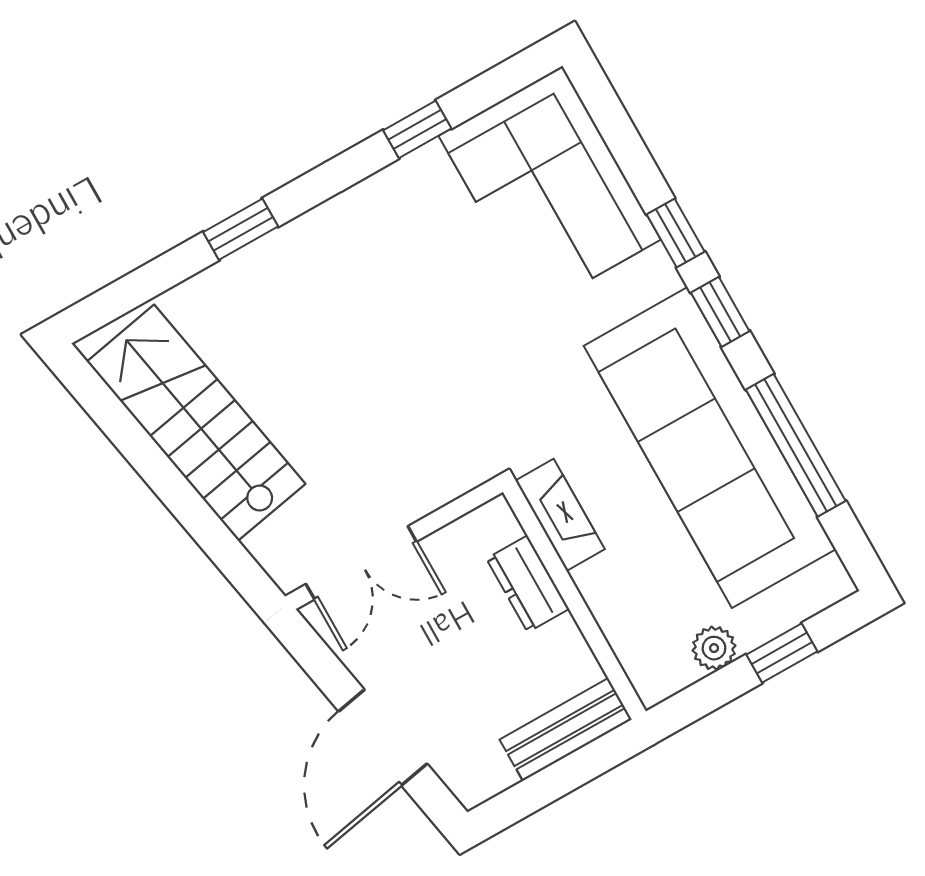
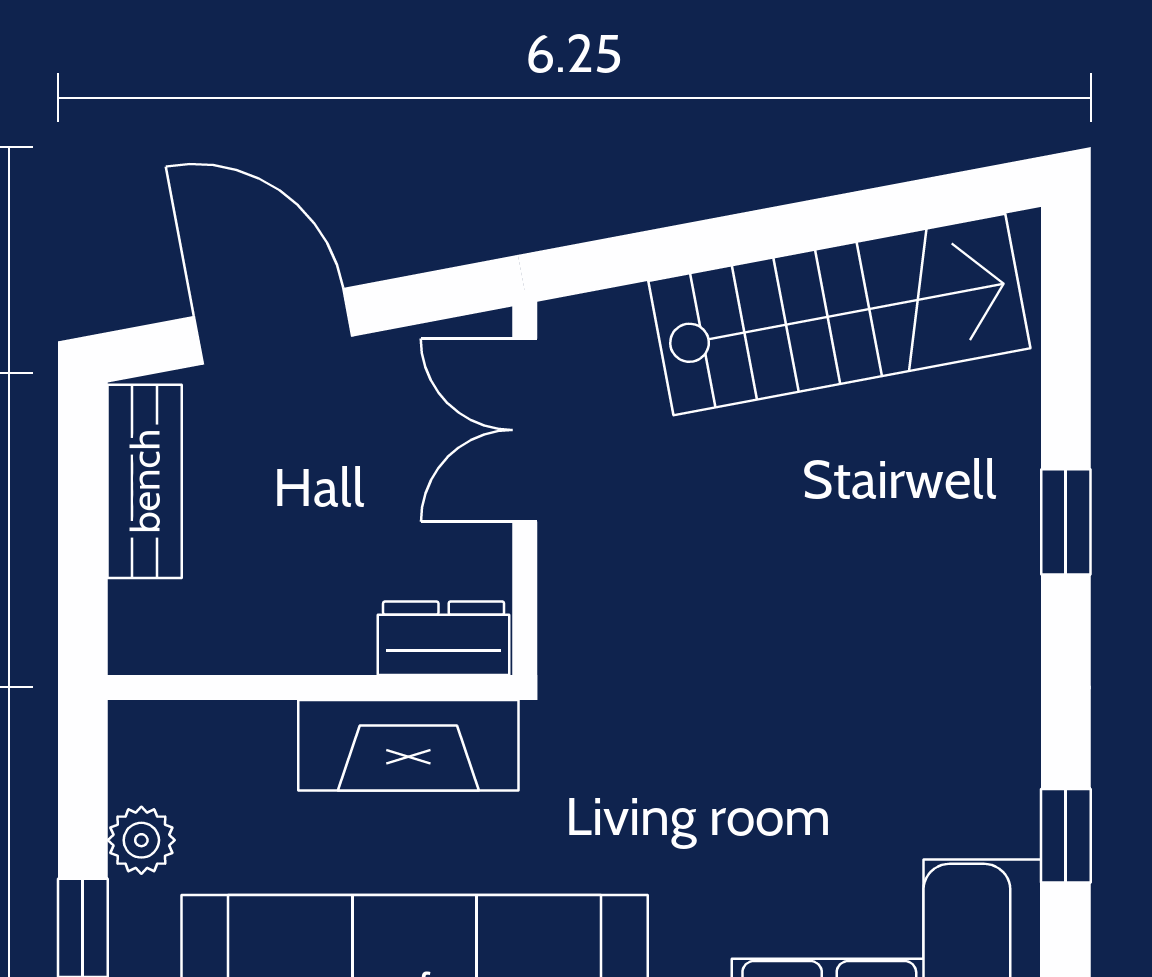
fireplace: (560, 515) -> (408, 745), width x1.37, depth x1.32
dresser: (528, 584) -> (444, 638), moved
bench: (566, 730) -> (145, 481), moved

